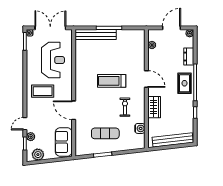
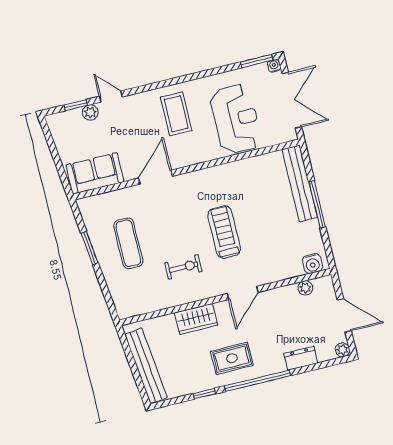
reception desk: (53, 60) -> (236, 119), turned -90
rug: (185, 83) -> (232, 358), moved
water cooler: (140, 128) -> (312, 264), moved
plant: (38, 155) -> (62, 133), removed

